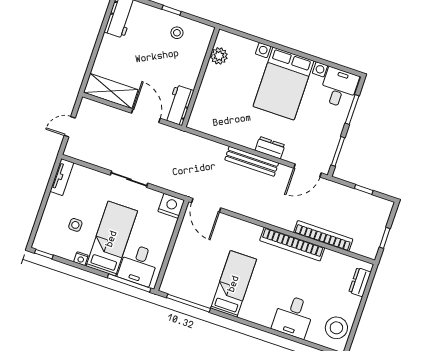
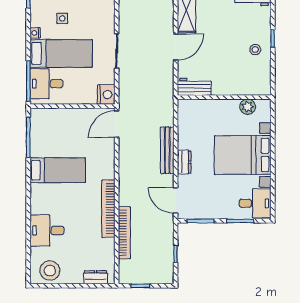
plant: (219, 56) -> (248, 107), moved
wall: (201, 77) -> (224, 97), moved
workbench: (179, 105) -> (194, 87), moved

